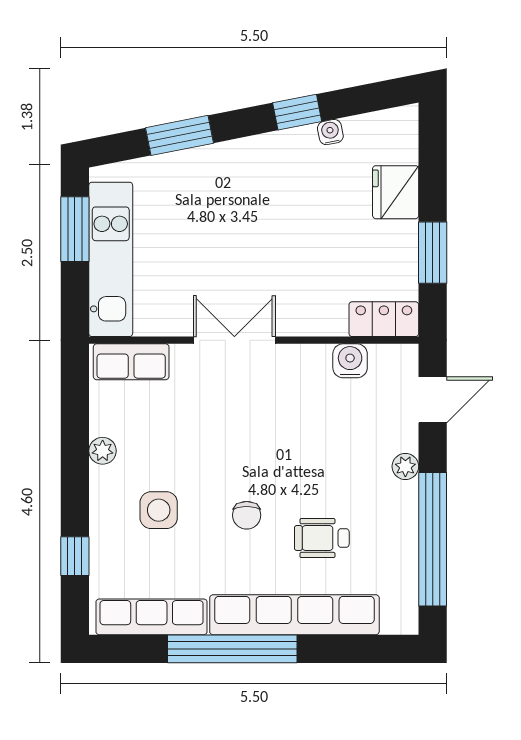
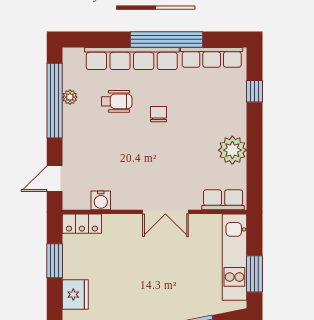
plant: (103, 451) -> (232, 150), width x1.88, depth x1.88
plant: (405, 466) -> (70, 97), moved
side table: (159, 510) -> (208, 117), removed

